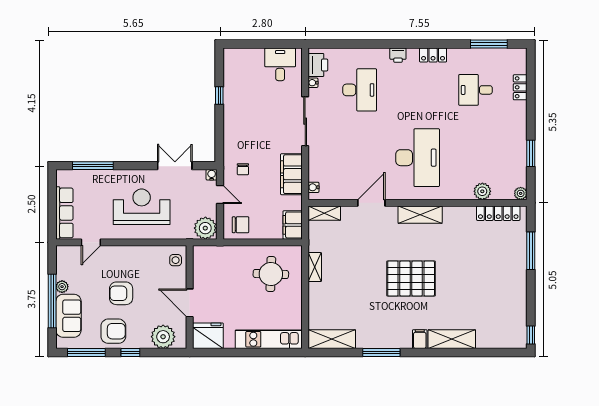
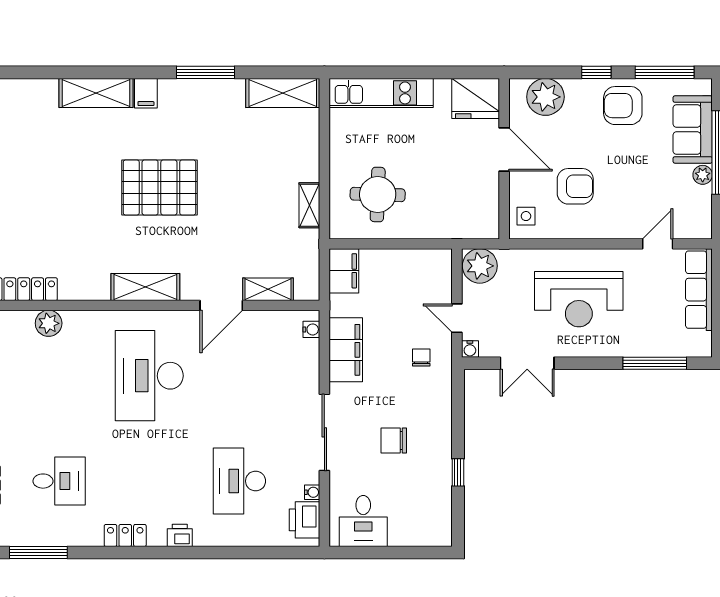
shelving: (324, 213) -> (268, 289), moved
chair: (241, 225) -> (394, 440), moved
armchair: (121, 293) -> (575, 186), moved

